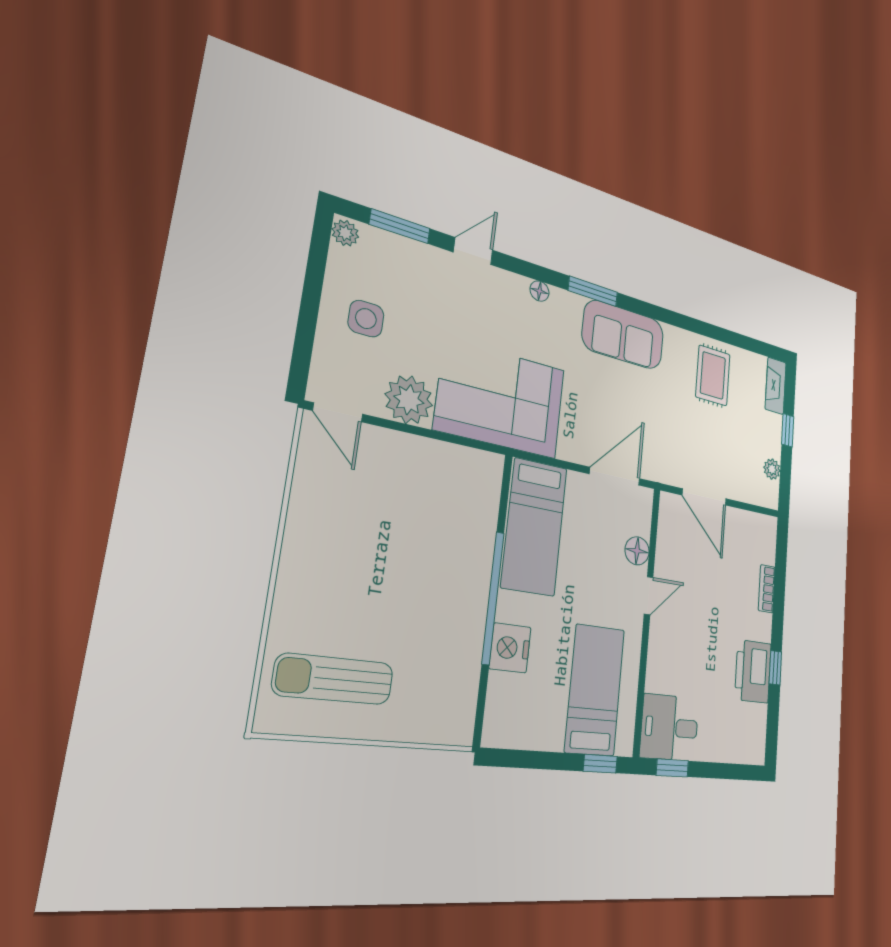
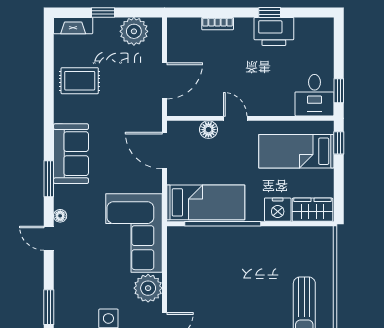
door: (473, 251) -> (49, 238), moved
plant: (772, 469) -> (134, 31), width x1.88, depth x1.88
window: (493, 598) -> (223, 224), moved
wardrobe: (503, 710) -> (313, 210), added

